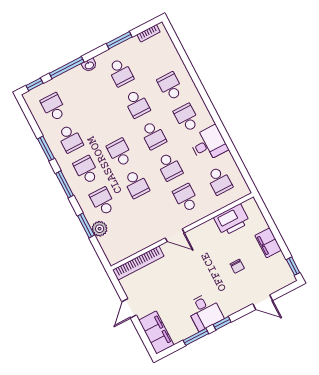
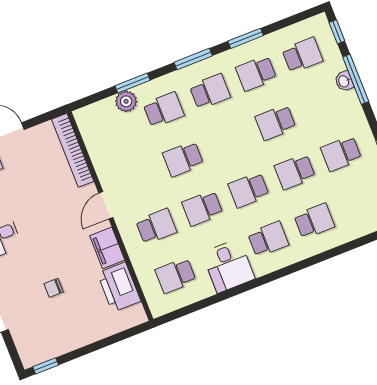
washbasin: (89, 65) -> (344, 81), moved
school desk: (120, 153) -> (276, 122), moved, turned 180
filing cabinet: (268, 243) -> (107, 248), moved, turned -90

